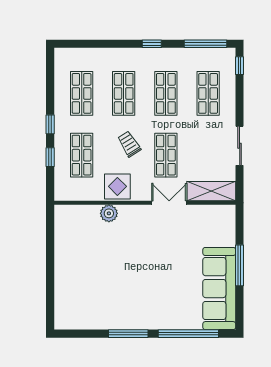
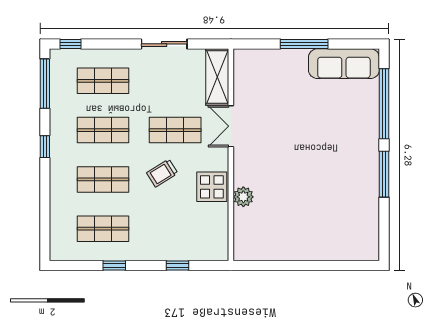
window: (50, 124) -> (114, 266), moved
shop shelf: (82, 155) -> (175, 229), removed
sofa: (219, 289) -> (344, 64), width x0.74, depth x0.79

